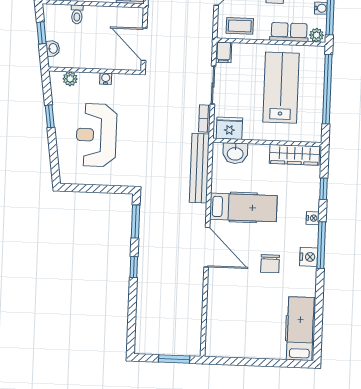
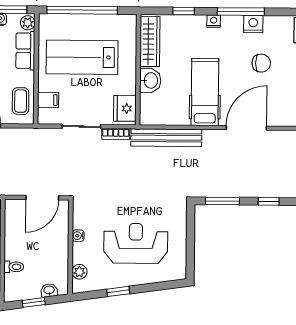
filing cabinet: (224, 52) -> (48, 100), moved
reception desk: (96, 135) -> (136, 243), turned 180
washbasin: (235, 153) -> (150, 80), moved

